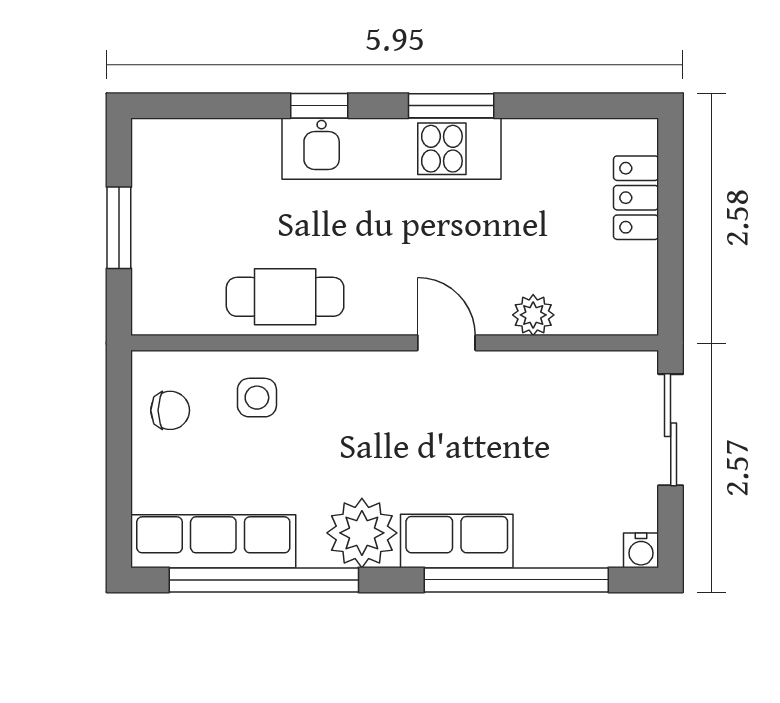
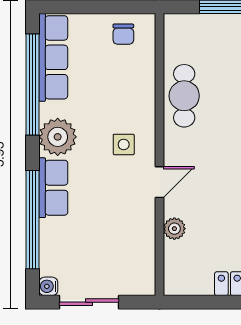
side table: (257, 398) -> (124, 144), moved
sliding door: (671, 430) -> (89, 302), moved

